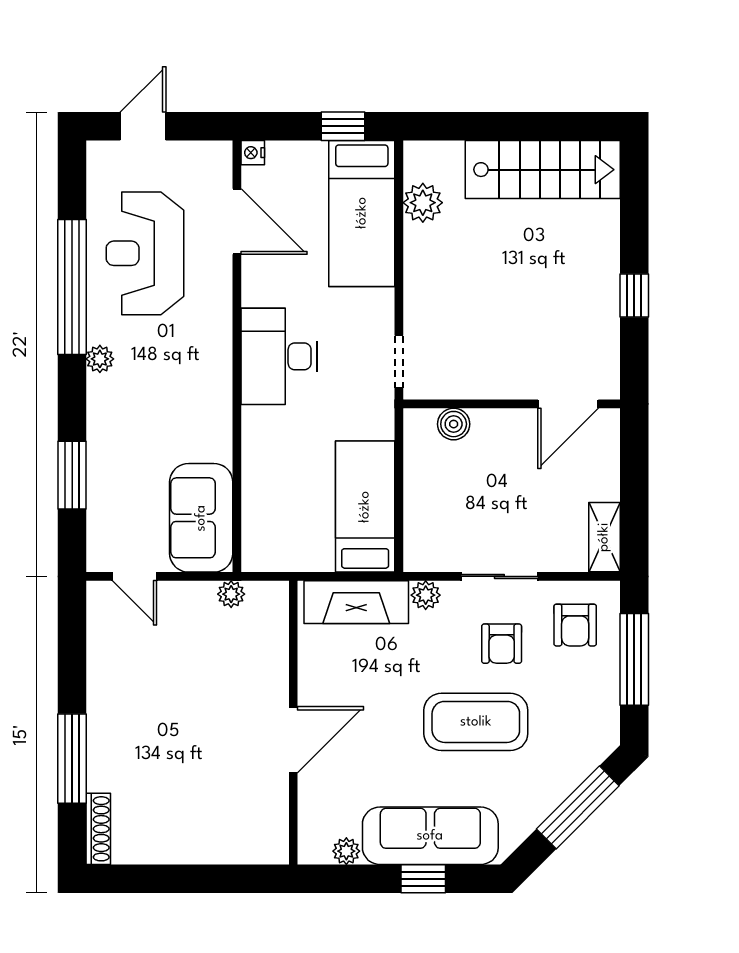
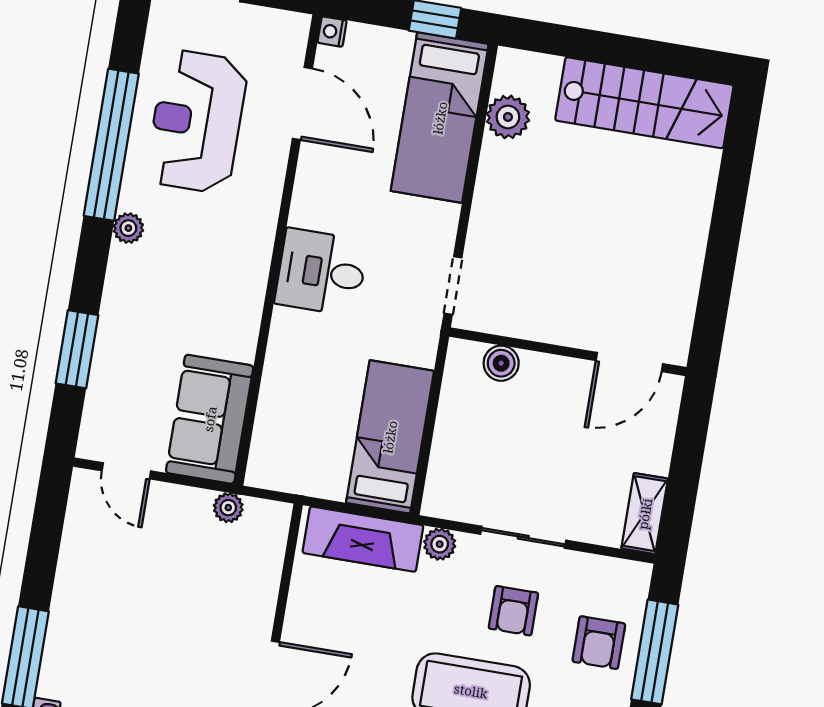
window: (634, 295) -> (721, 256), removed
desk: (279, 356) -> (321, 272), width x0.73
armchair: (575, 625) -> (599, 643), moved

